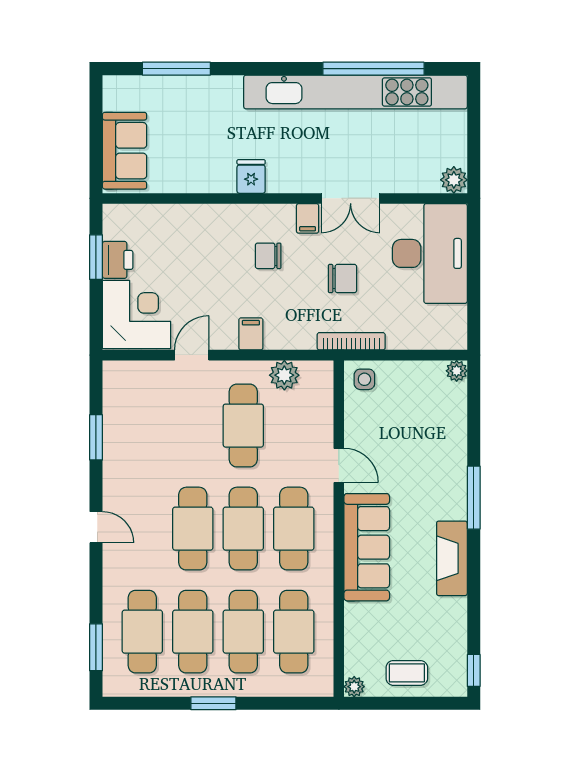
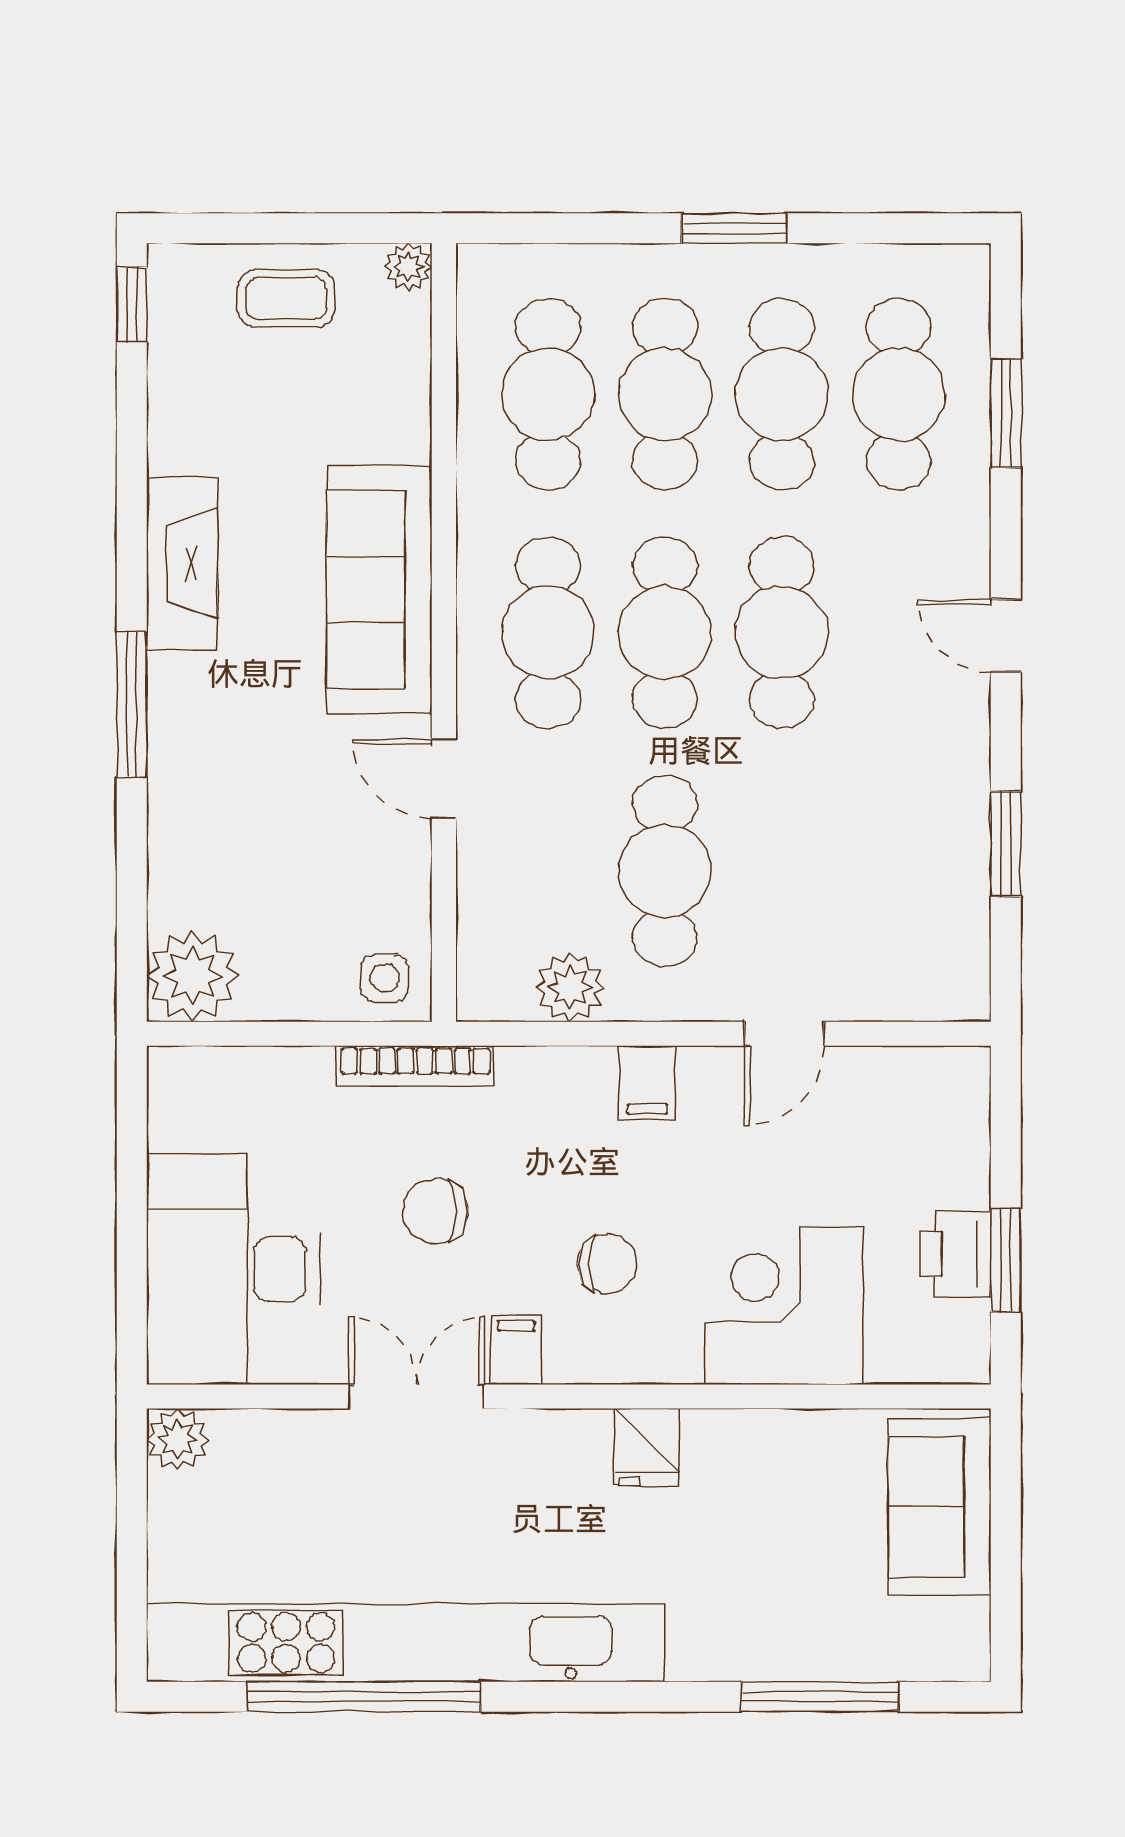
corner desk: (137, 315) -> (784, 1306), moved, turned 90
plant: (457, 371) -> (193, 976), width x1.87, depth x1.87
window: (96, 647) -> (1006, 413), moved

